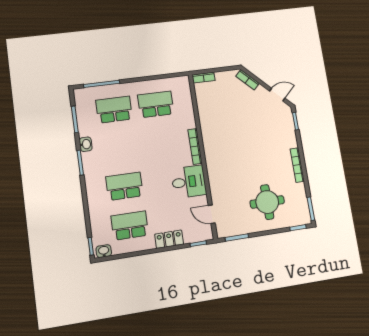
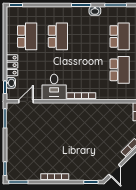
round table: (267, 202) -> (29, 147), removed
washbasin: (104, 251) -> (11, 83), moved

